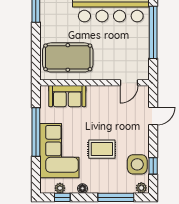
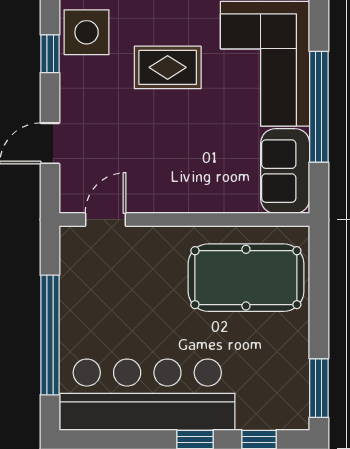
sofa: (67, 96) -> (285, 171), moved, turned -90
window: (153, 166) -> (50, 54), moved

